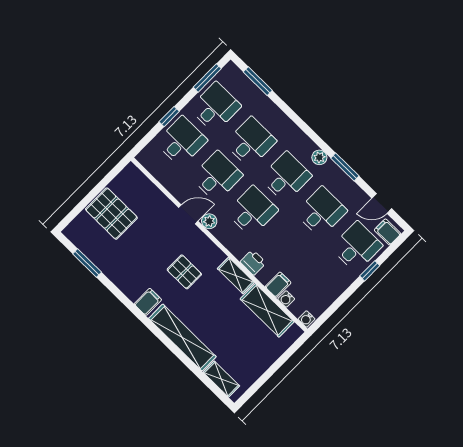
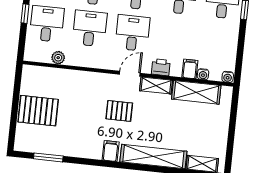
door: (188, 214) -> (130, 74), moved
plant: (209, 221) -> (58, 58), moved

